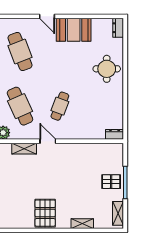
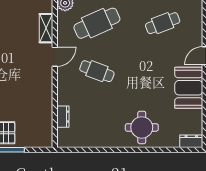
cafe table: (20, 52) -> (163, 23), width x0.73, depth x0.74
dresser: (115, 134) -> (63, 117), moved

